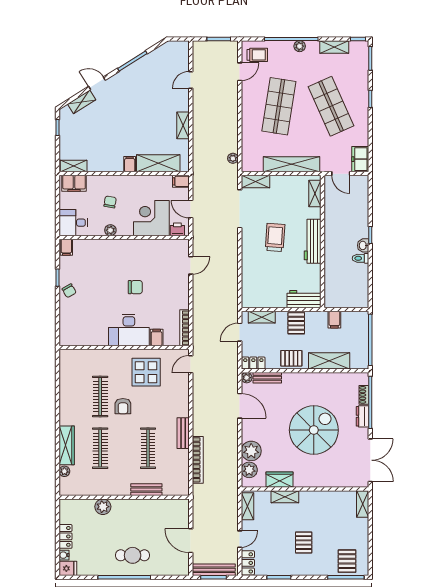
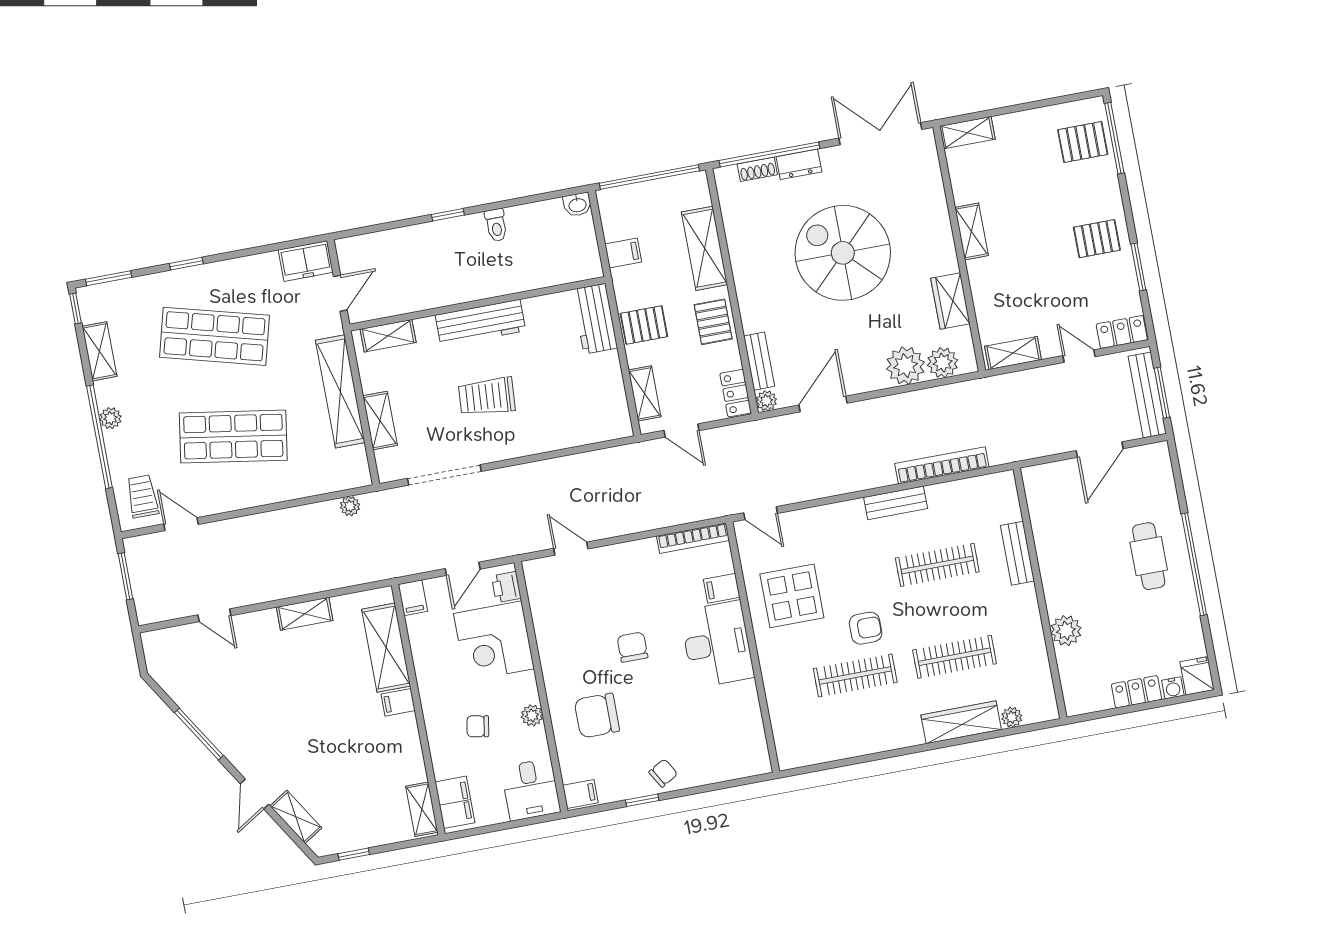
shop shelf: (331, 106) -> (215, 336), turned 39
shelving: (255, 182) -> (380, 421), moved
washbasin: (363, 245) -> (577, 205), moved
chair: (104, 263) -> (597, 716), added
shelving: (285, 497) -> (972, 231), moved
pallet: (304, 543) -> (1097, 239), moved

